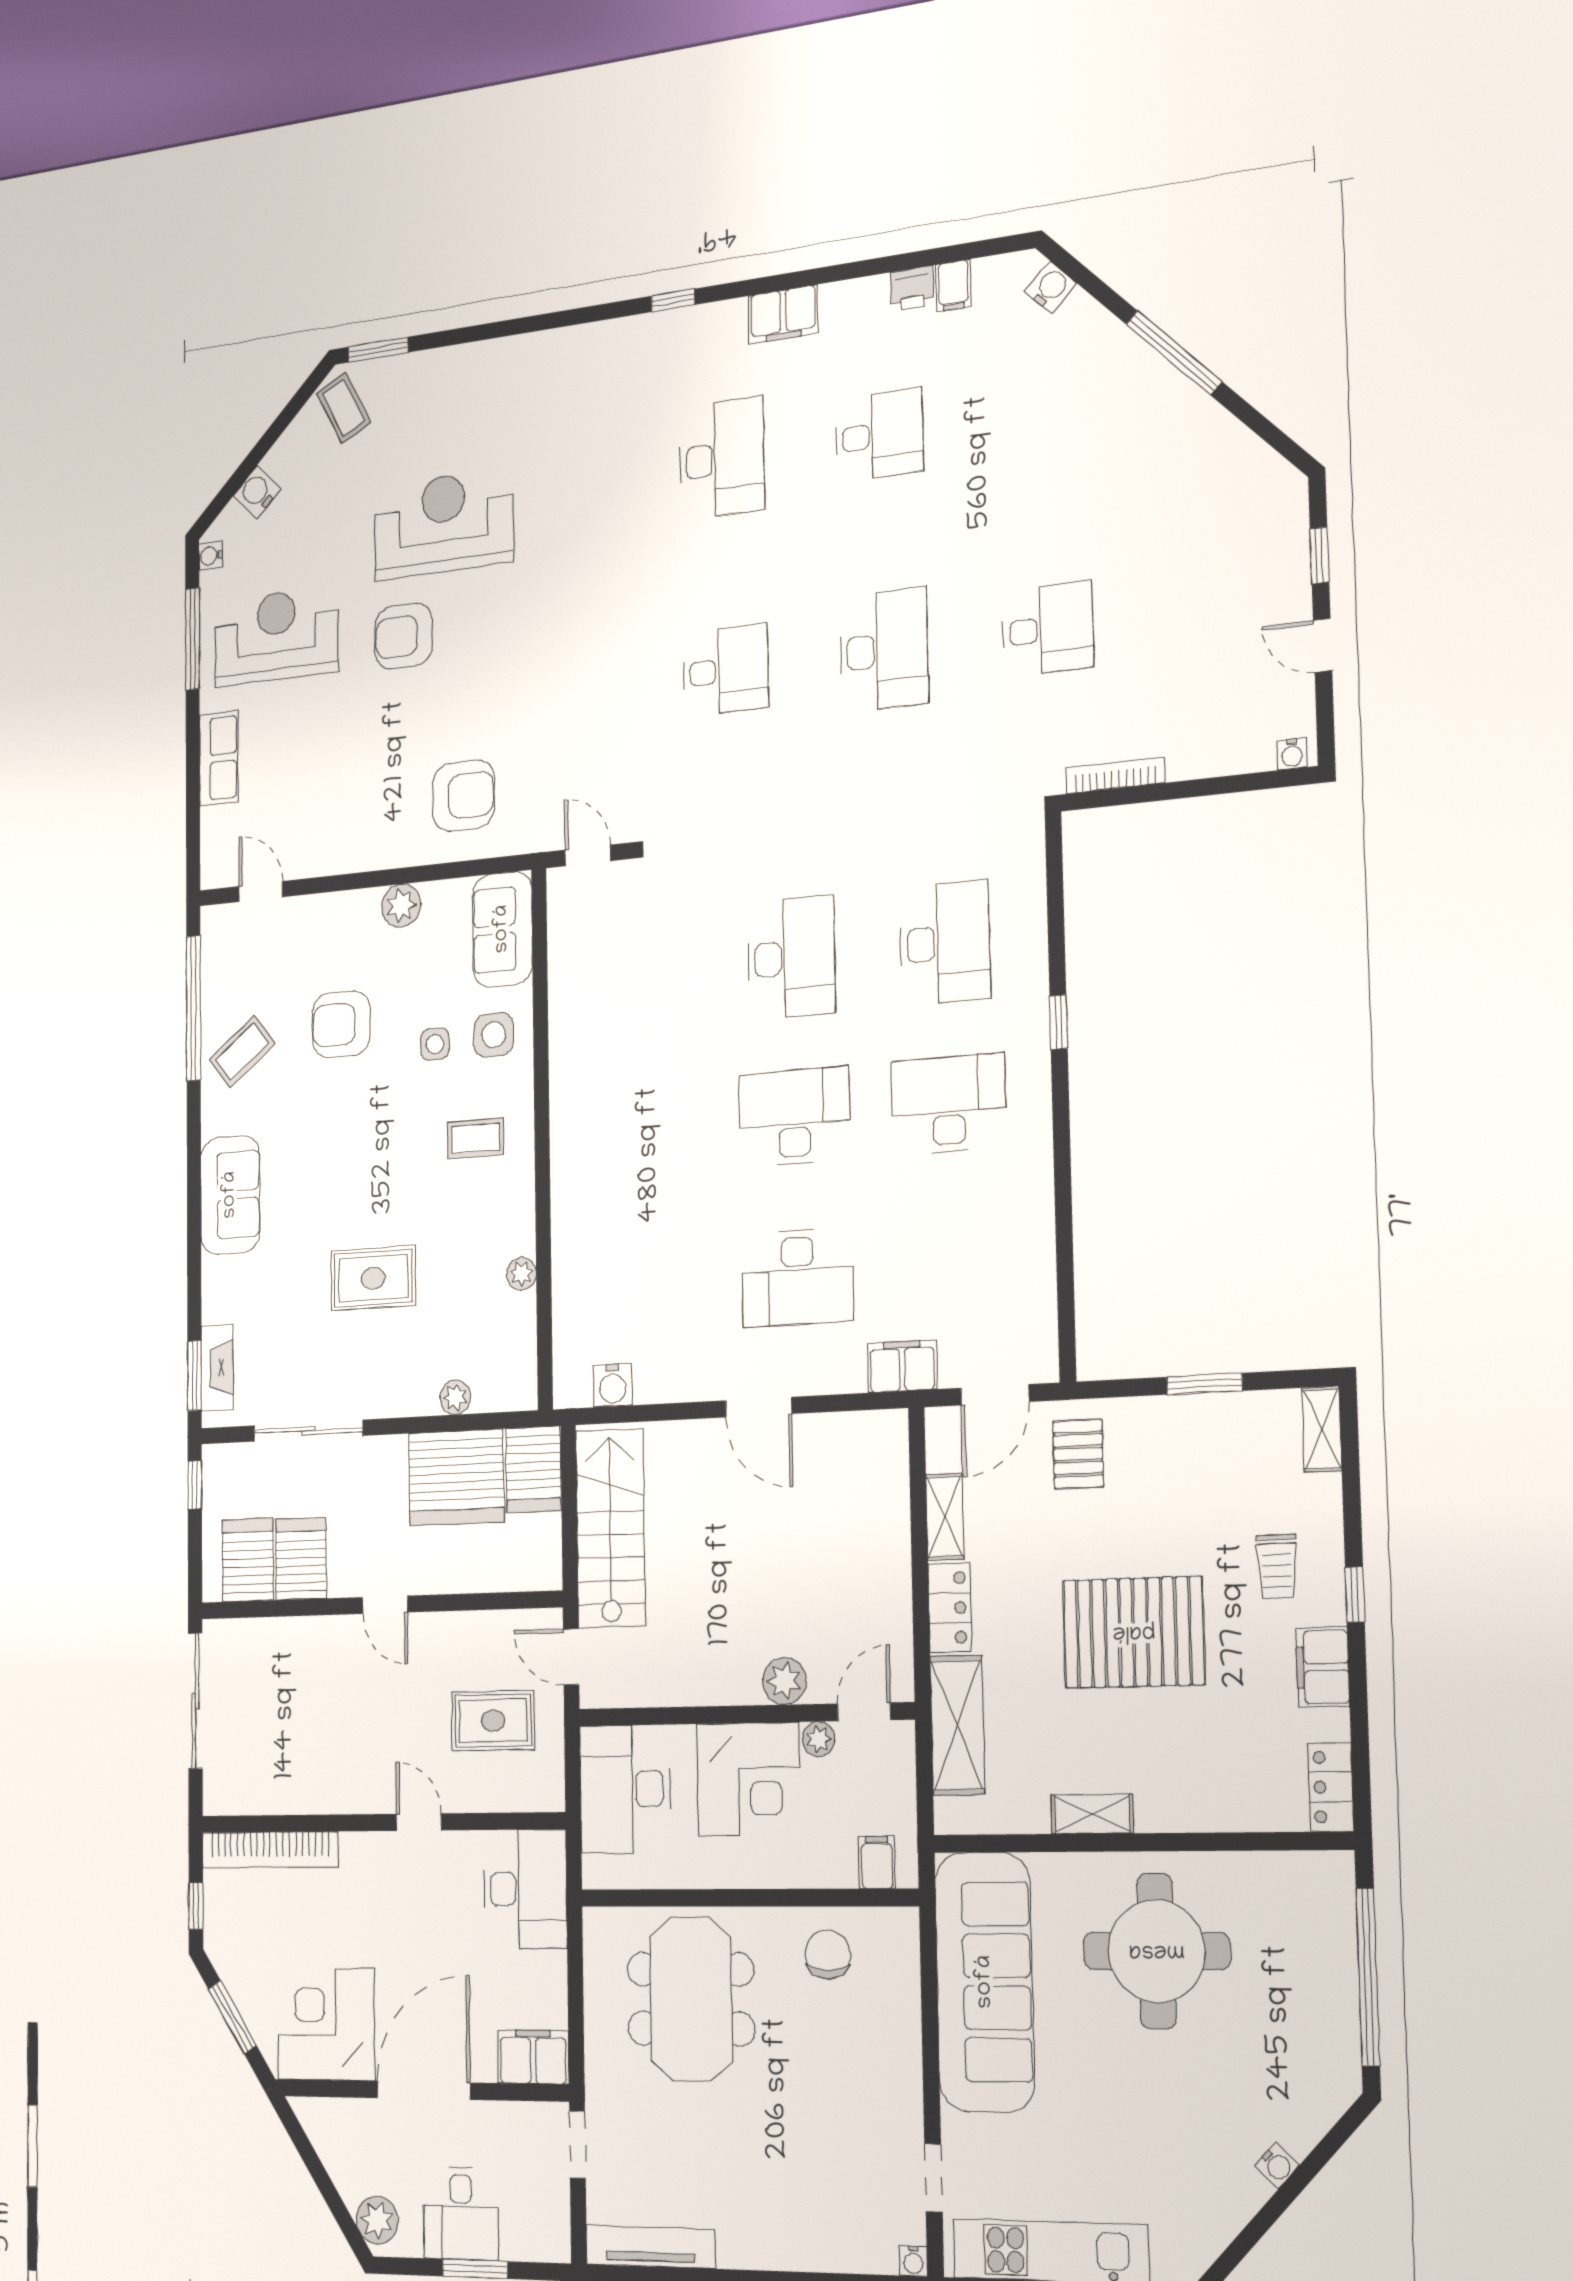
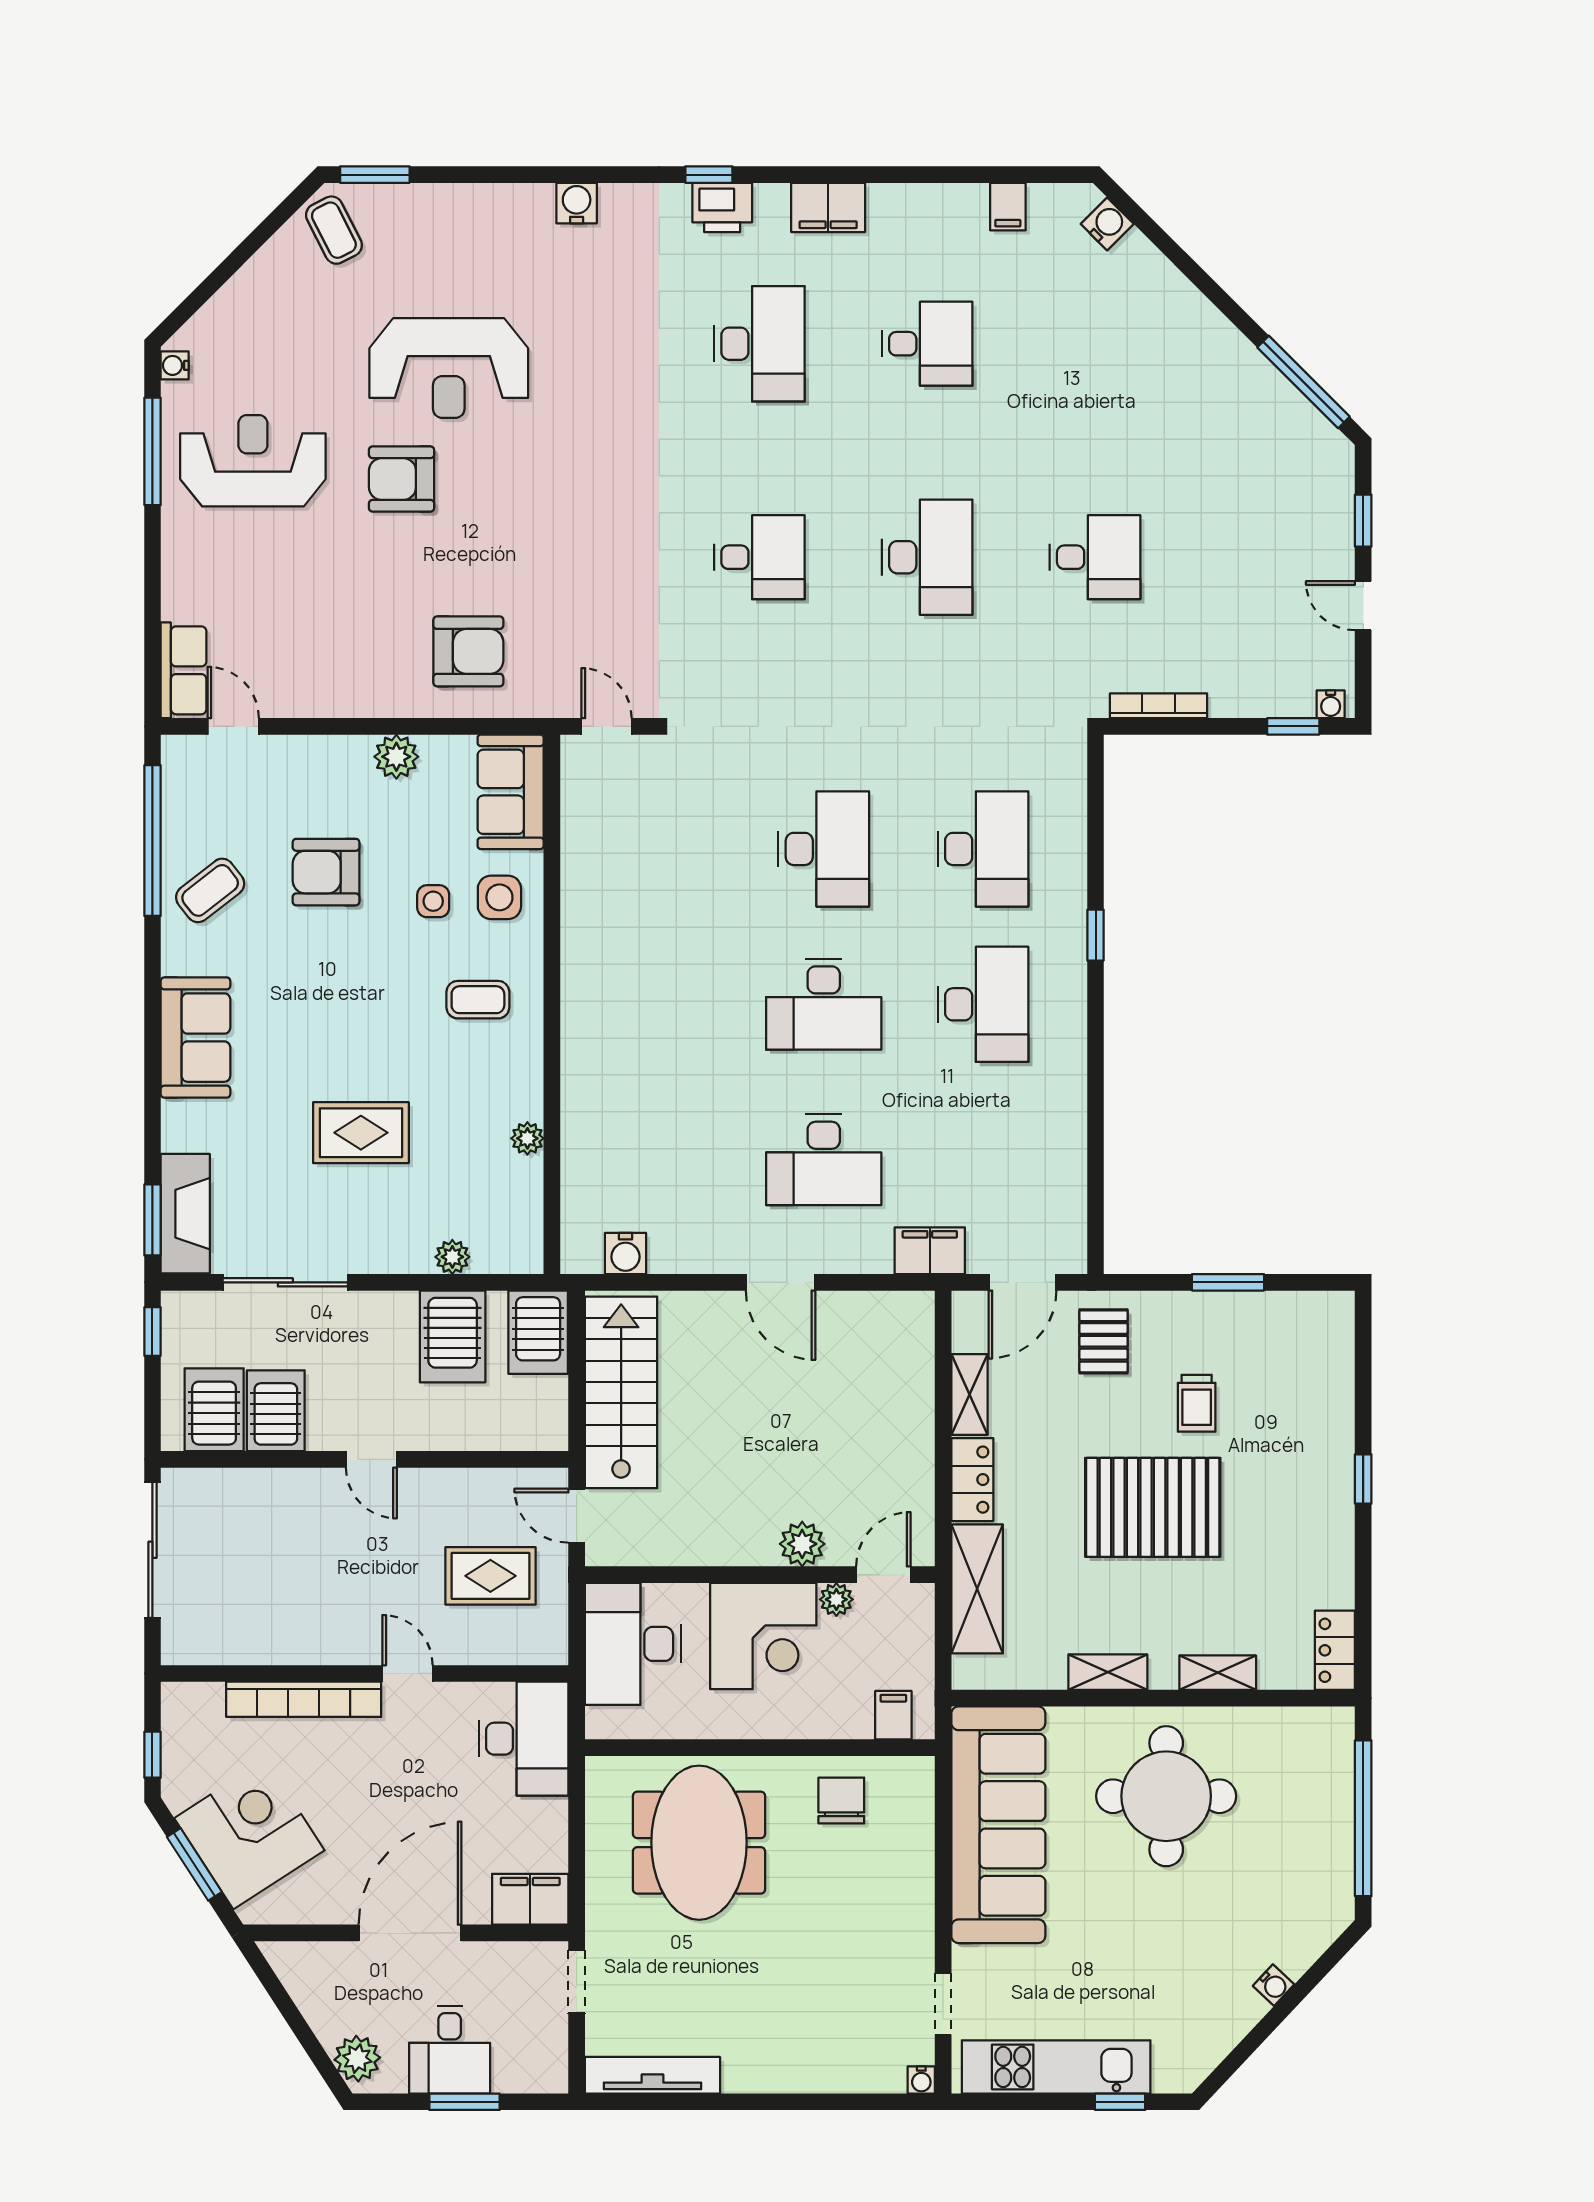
printer: (912, 289) -> (722, 208), moved, width x1.36, depth x1.24
window: (1174, 353) -> (1303, 382), moved
water cooler: (257, 492) -> (577, 203), moved, turned 45
reception desk: (444, 524) -> (449, 368), turned 180
row of seats: (219, 758) -> (184, 670), moved
window: (1254, 782) -> (1293, 726), added
desk: (949, 1104) -> (983, 1004), turned 90
desk: (794, 1117) -> (824, 1004), turned 180
fireplace: (217, 1368) -> (185, 1214), width x1.37, depth x1.32
shelving: (1322, 1429) -> (1218, 1673), moved, turned 90
server rack: (456, 1478) -> (453, 1336), width x0.62
trolley: (1277, 1566) -> (1197, 1403), moved
filing cabinet: (1323, 1667) -> (1331, 1543), removed
bookcase: (270, 1850) -> (304, 1699), moved
corner desk: (326, 2024) -> (249, 1834), moved, turned 57

